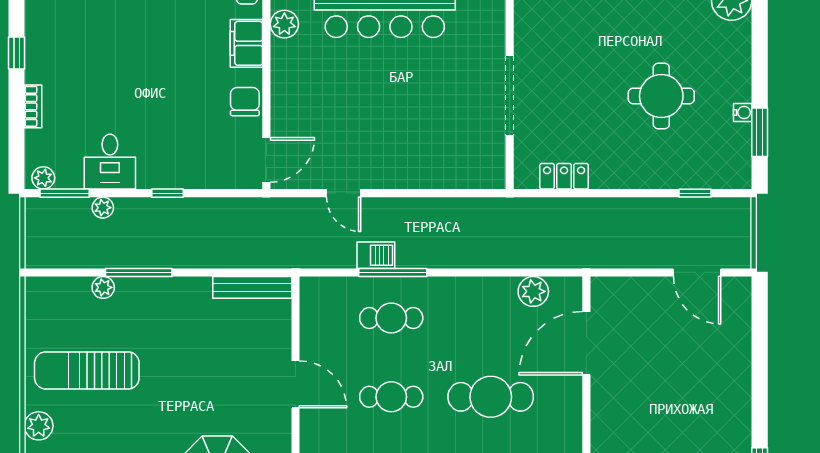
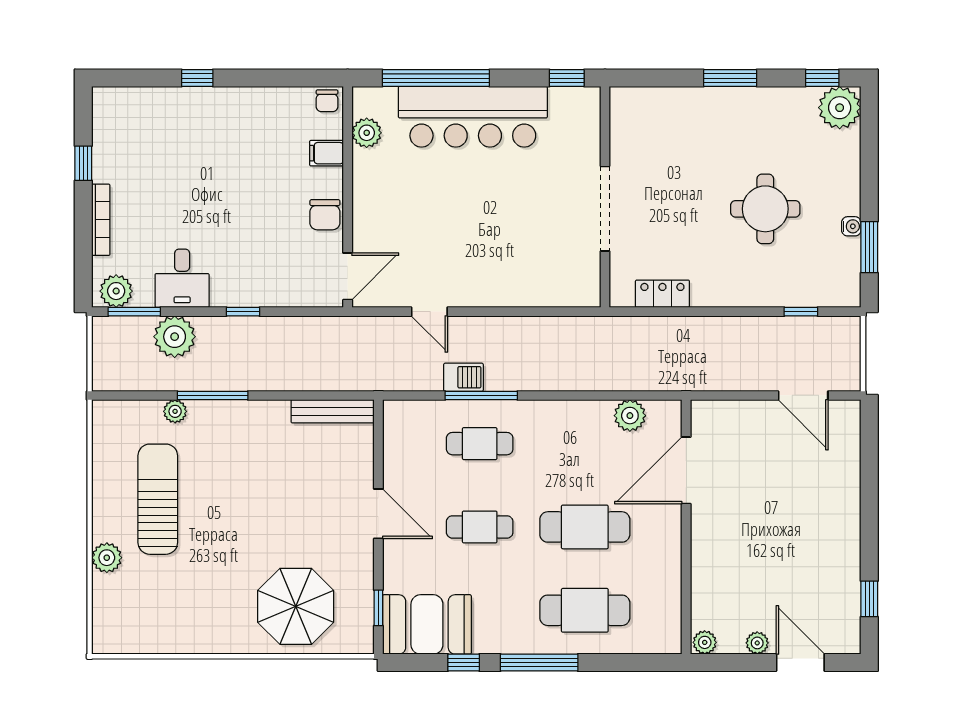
filing cabinet: (246, 43) -> (326, 153), width x0.50
chair: (245, 102) -> (325, 215), turned 180
bookcase: (33, 106) -> (101, 220), width x1.56
plant: (43, 178) -> (116, 291), width x1.38, depth x1.38
plant: (103, 208) -> (175, 337), width x1.88, depth x1.88
sun lounger: (87, 370) -> (158, 499), turned 90

